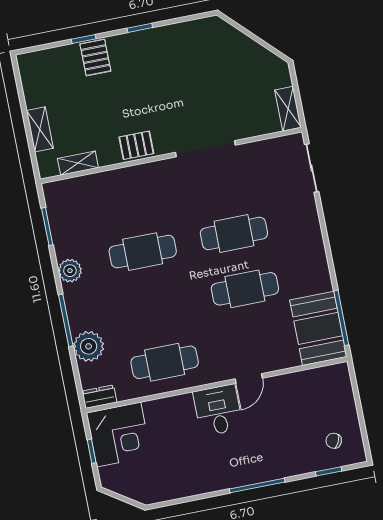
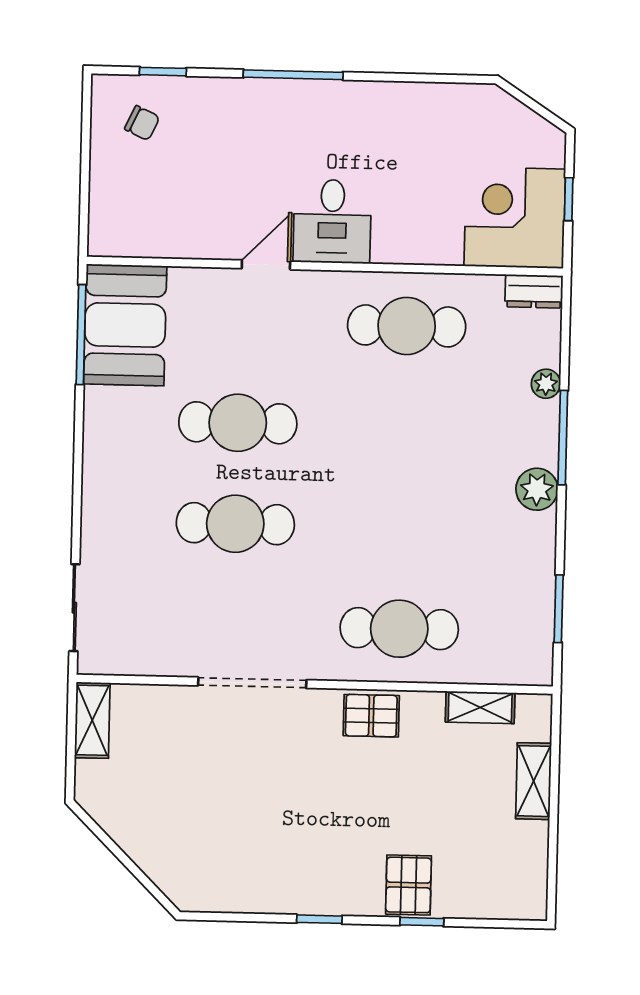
cafe table: (143, 252) -> (399, 629), moved
plant: (70, 271) -> (537, 489), moved
plant: (89, 346) -> (546, 384), width x0.53, depth x0.53

